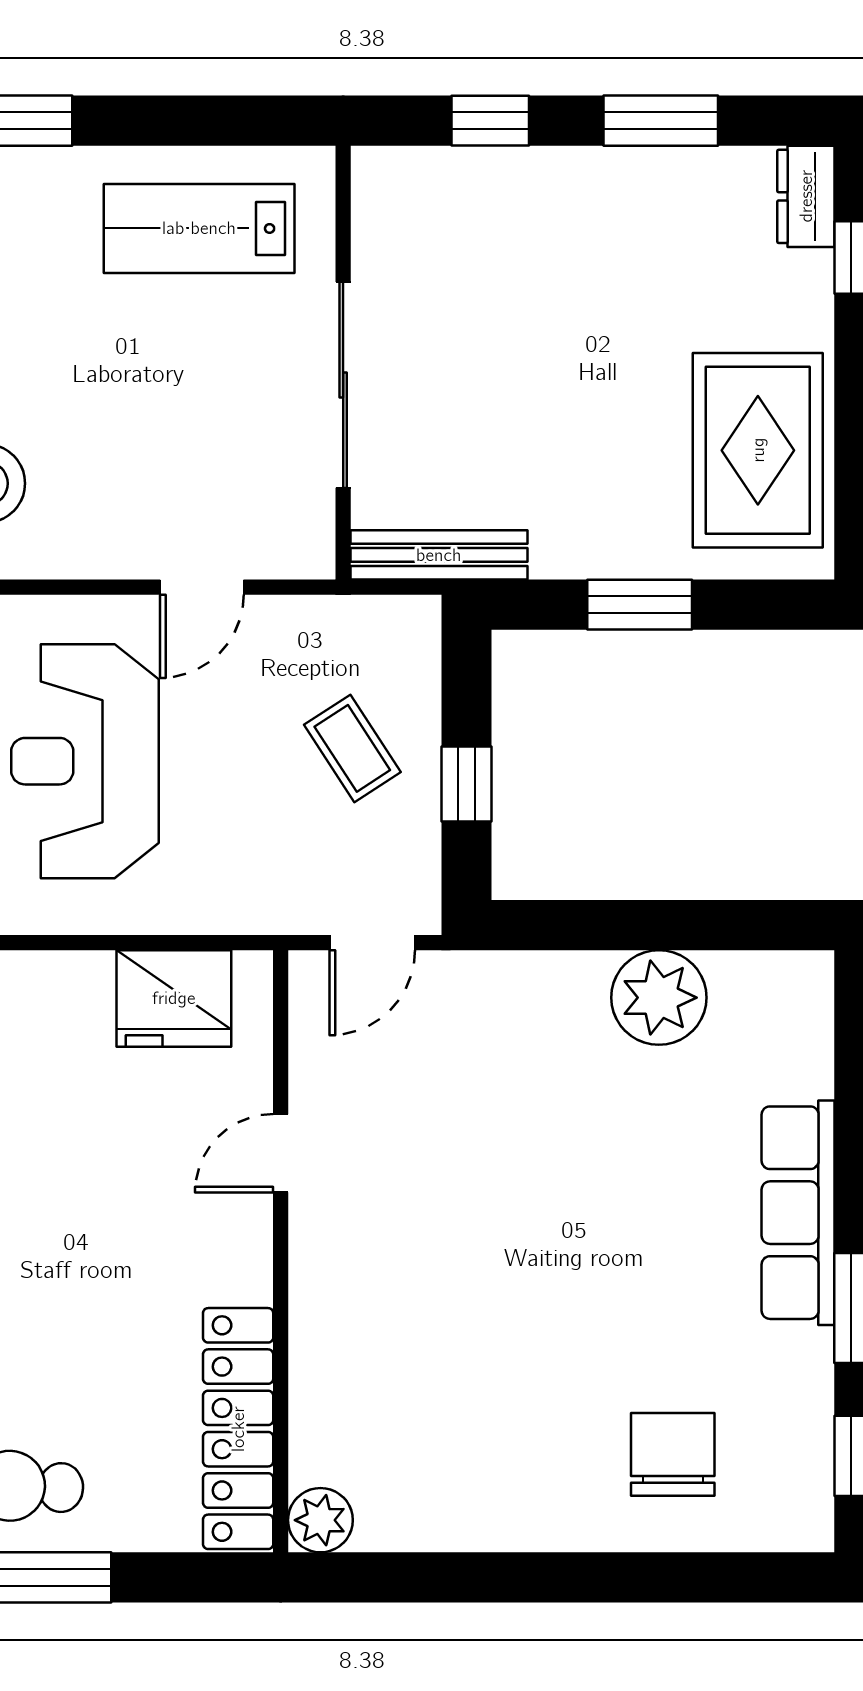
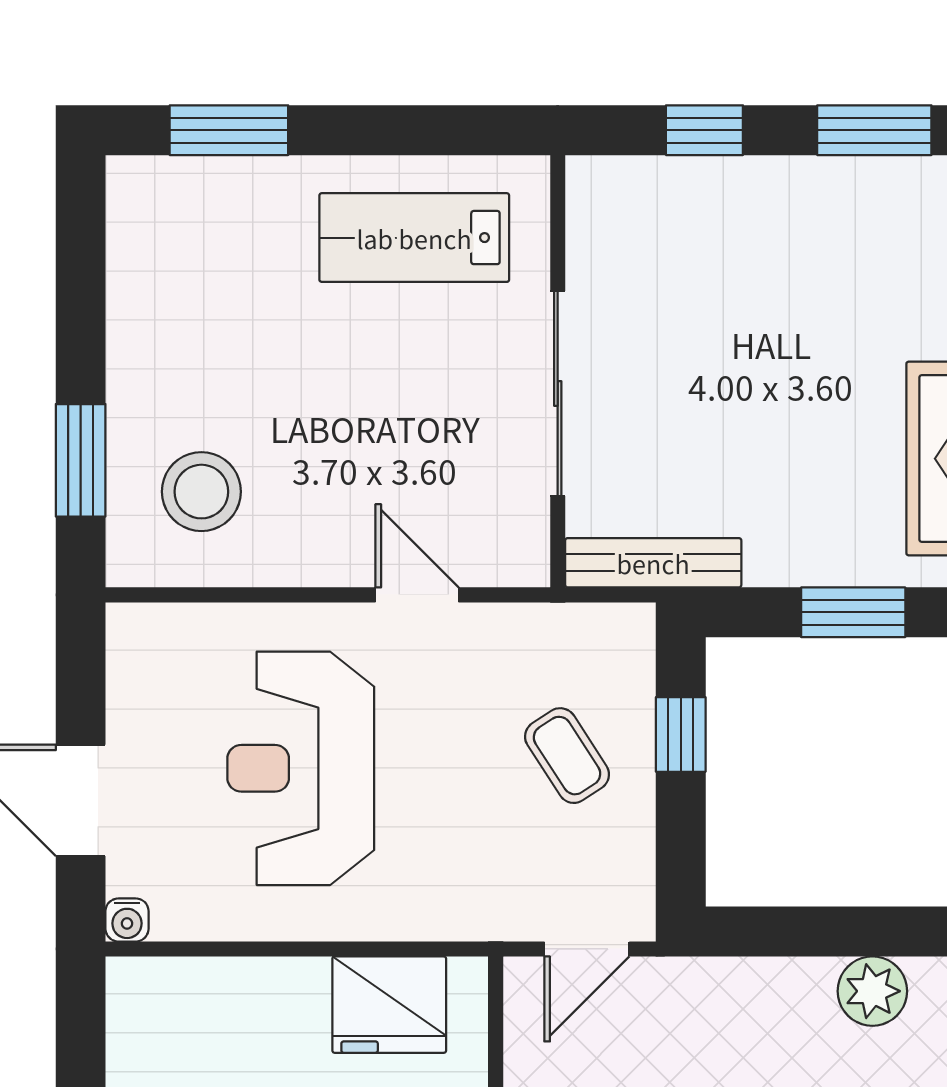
door: (202, 587) -> (417, 595), swing flipped
window: (467, 784) -> (681, 734), moved
plant: (659, 998) -> (872, 991), width x0.73, depth x0.73

